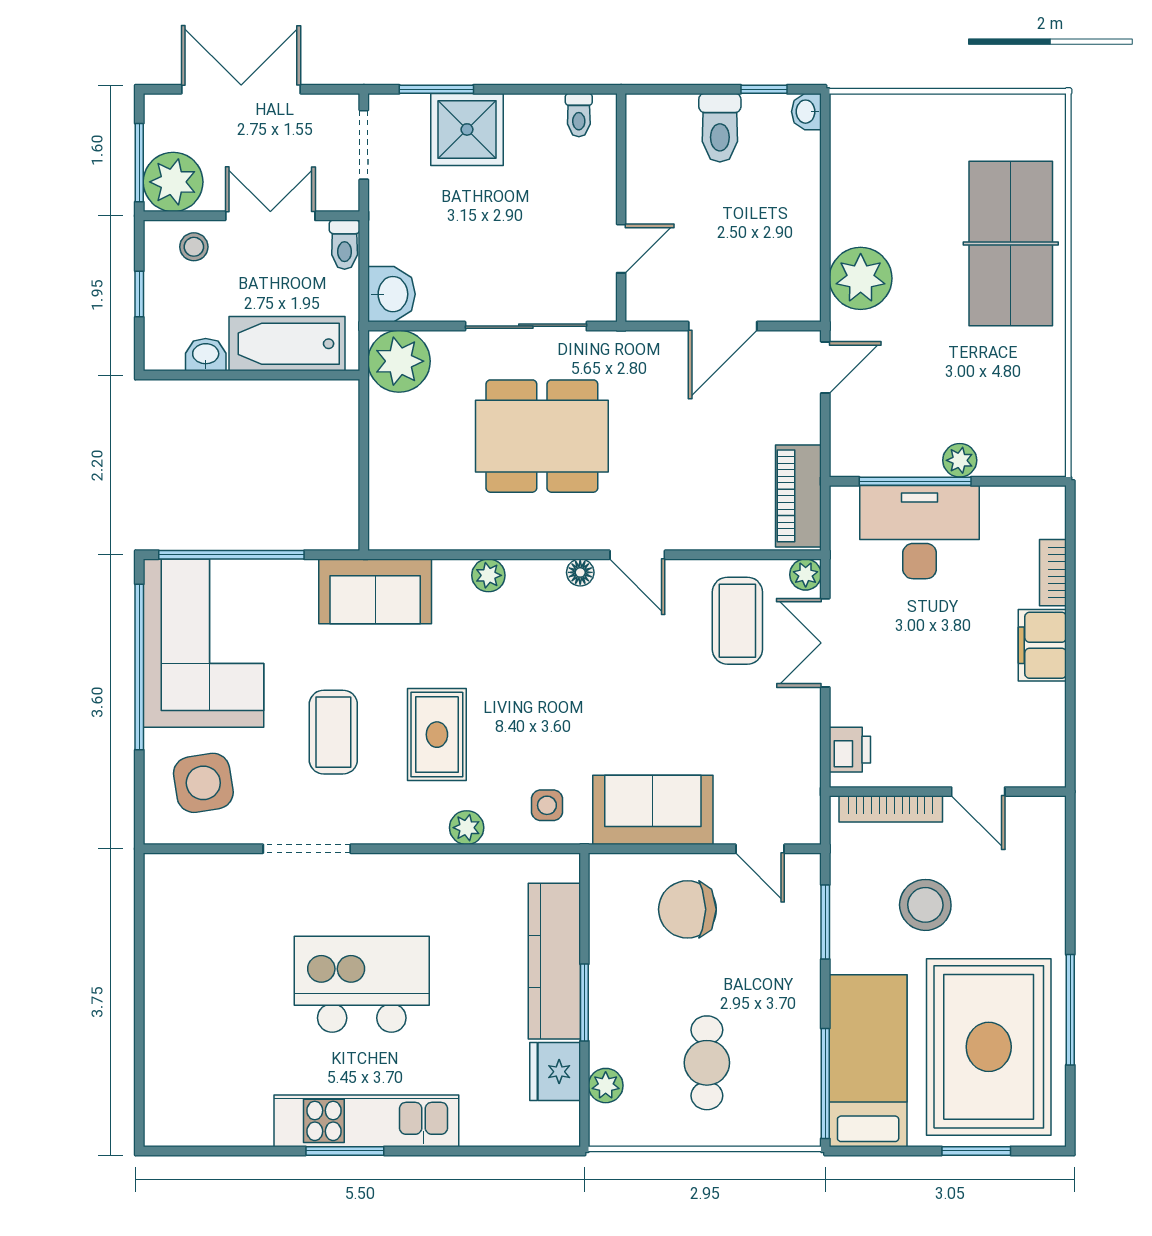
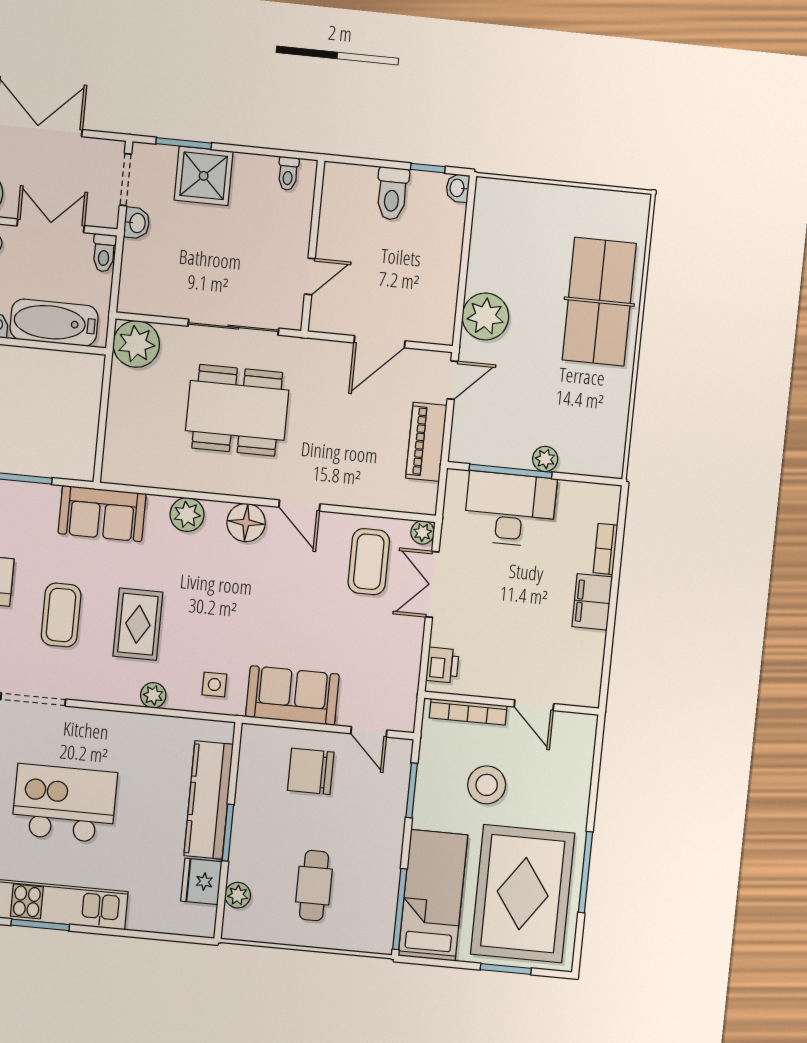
washbasin: (391, 294) -> (137, 223), moved, width x0.72, depth x0.69
piano: (798, 496) -> (426, 442), moved
floor lamp: (580, 572) -> (246, 523), width x1.89, depth x1.89
plant: (488, 575) -> (187, 515), width x1.38, depth x1.38

